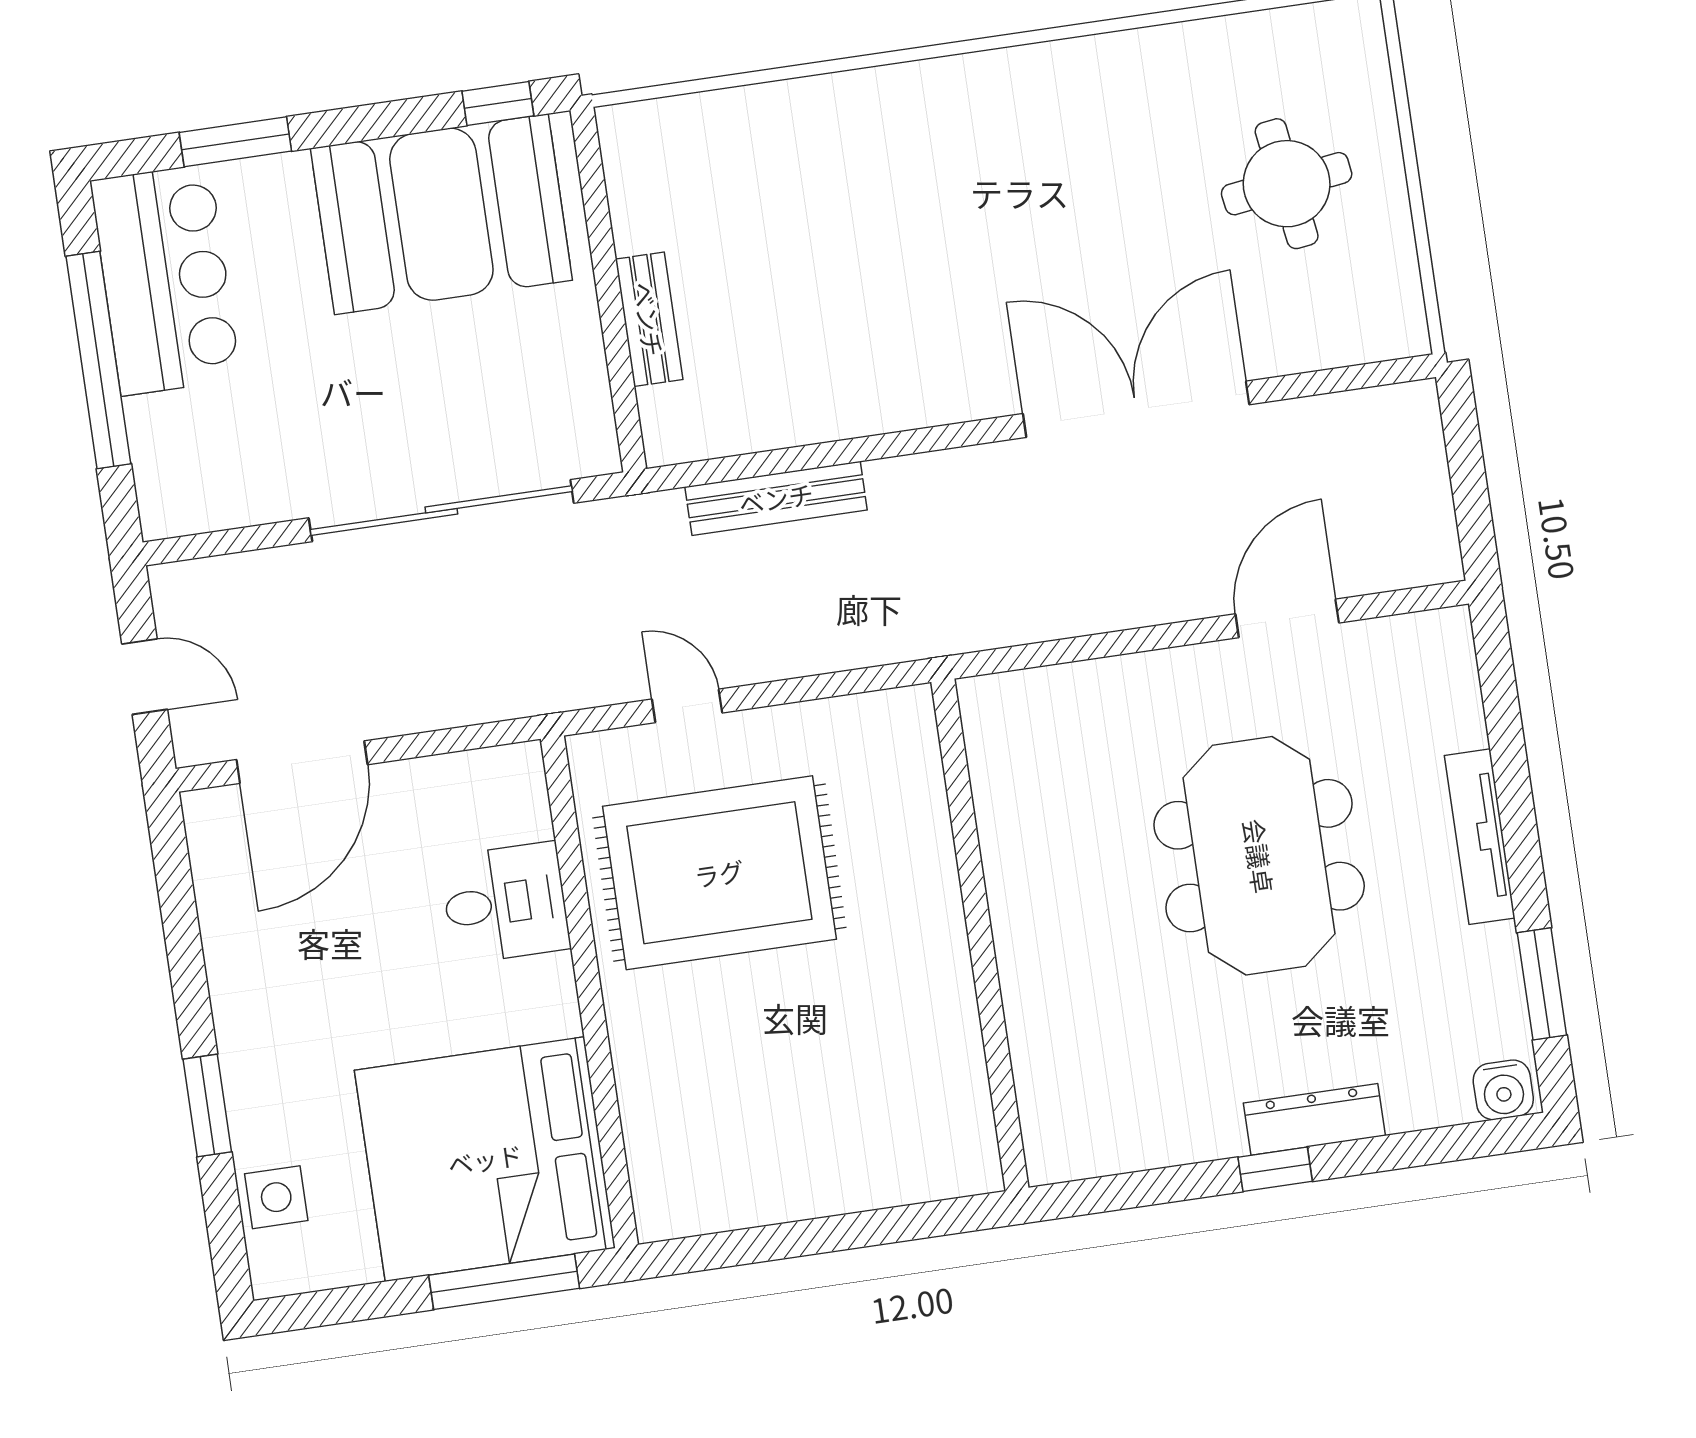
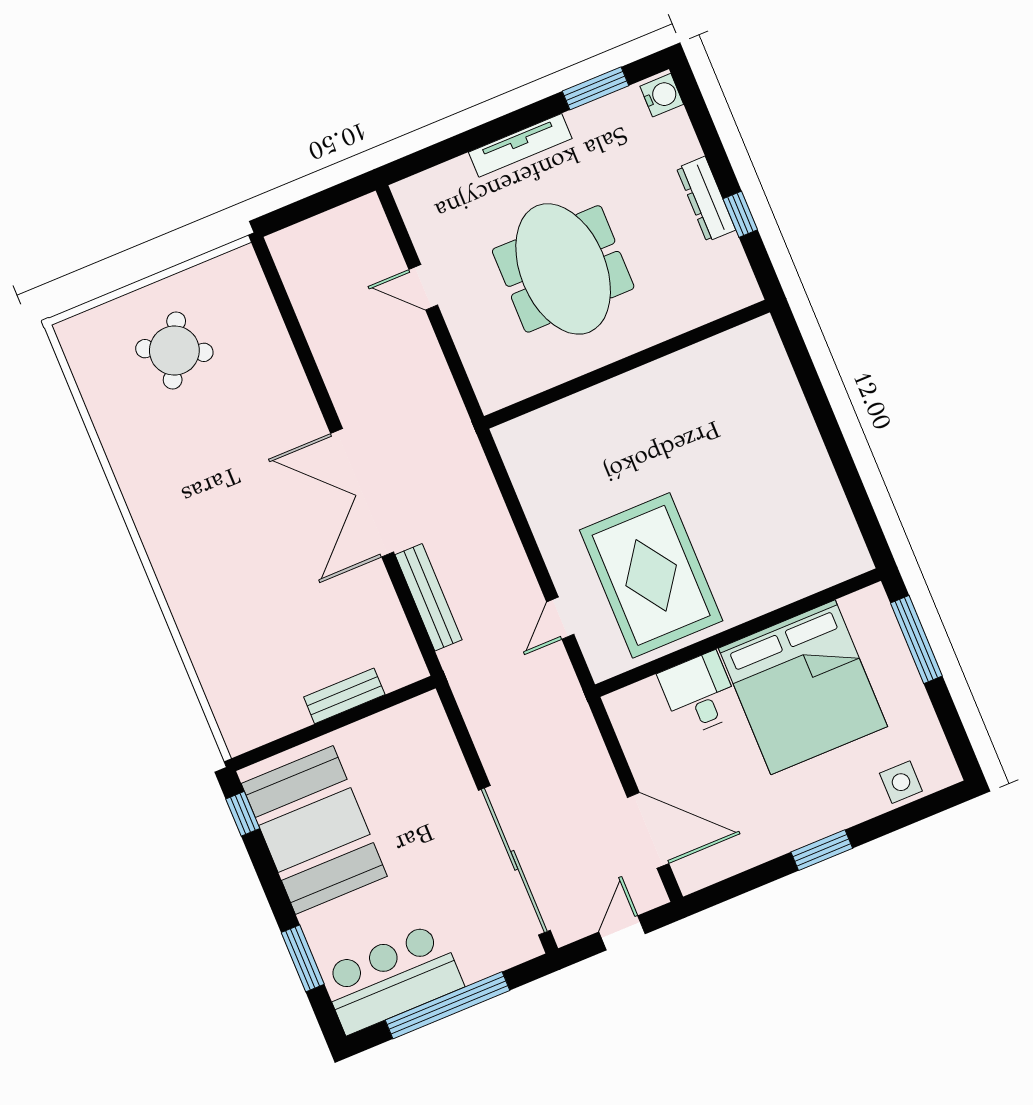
round table: (1287, 184) -> (174, 350), turned 34
double door: (1136, 409) -> (362, 493), moved
sliding door: (441, 511) -> (514, 860), moved
door: (1287, 618) -> (423, 287), width x0.73
meeting table: (1259, 856) -> (563, 269), turned 90
wall: (980, 935) -> (627, 364), moved
window: (207, 1106) -> (822, 850), moved
bed: (485, 1159) -> (803, 687), moved

